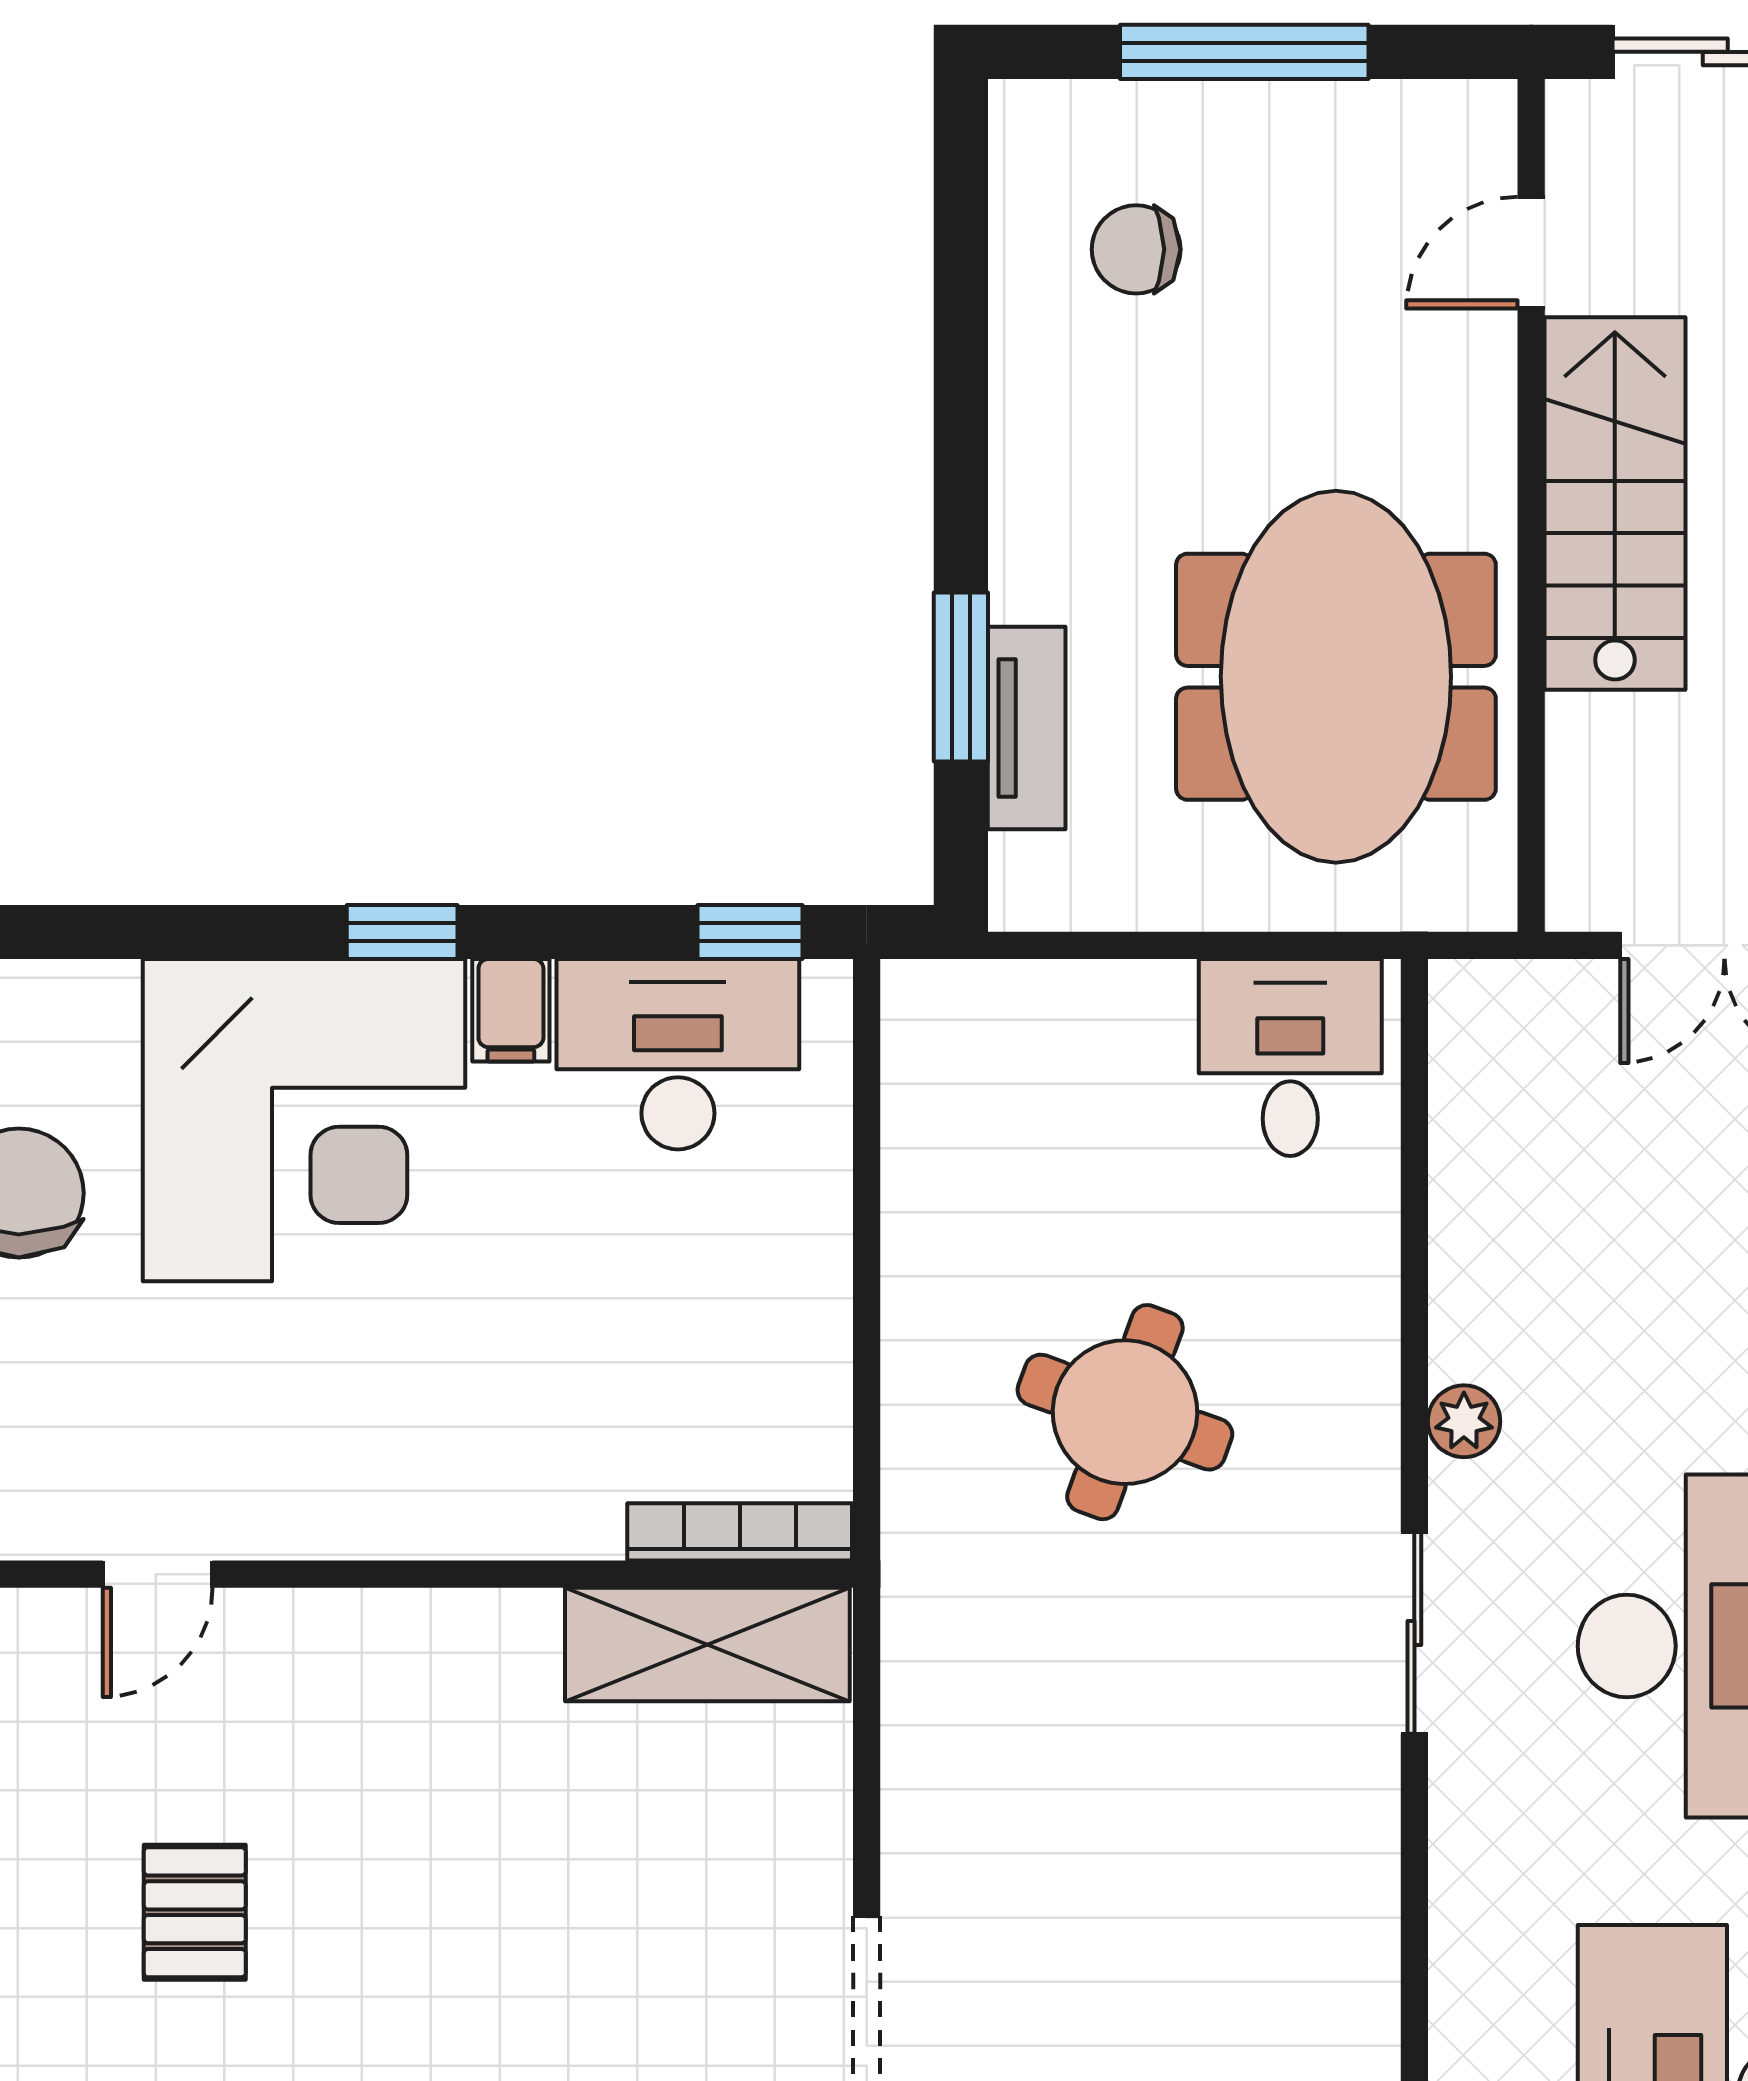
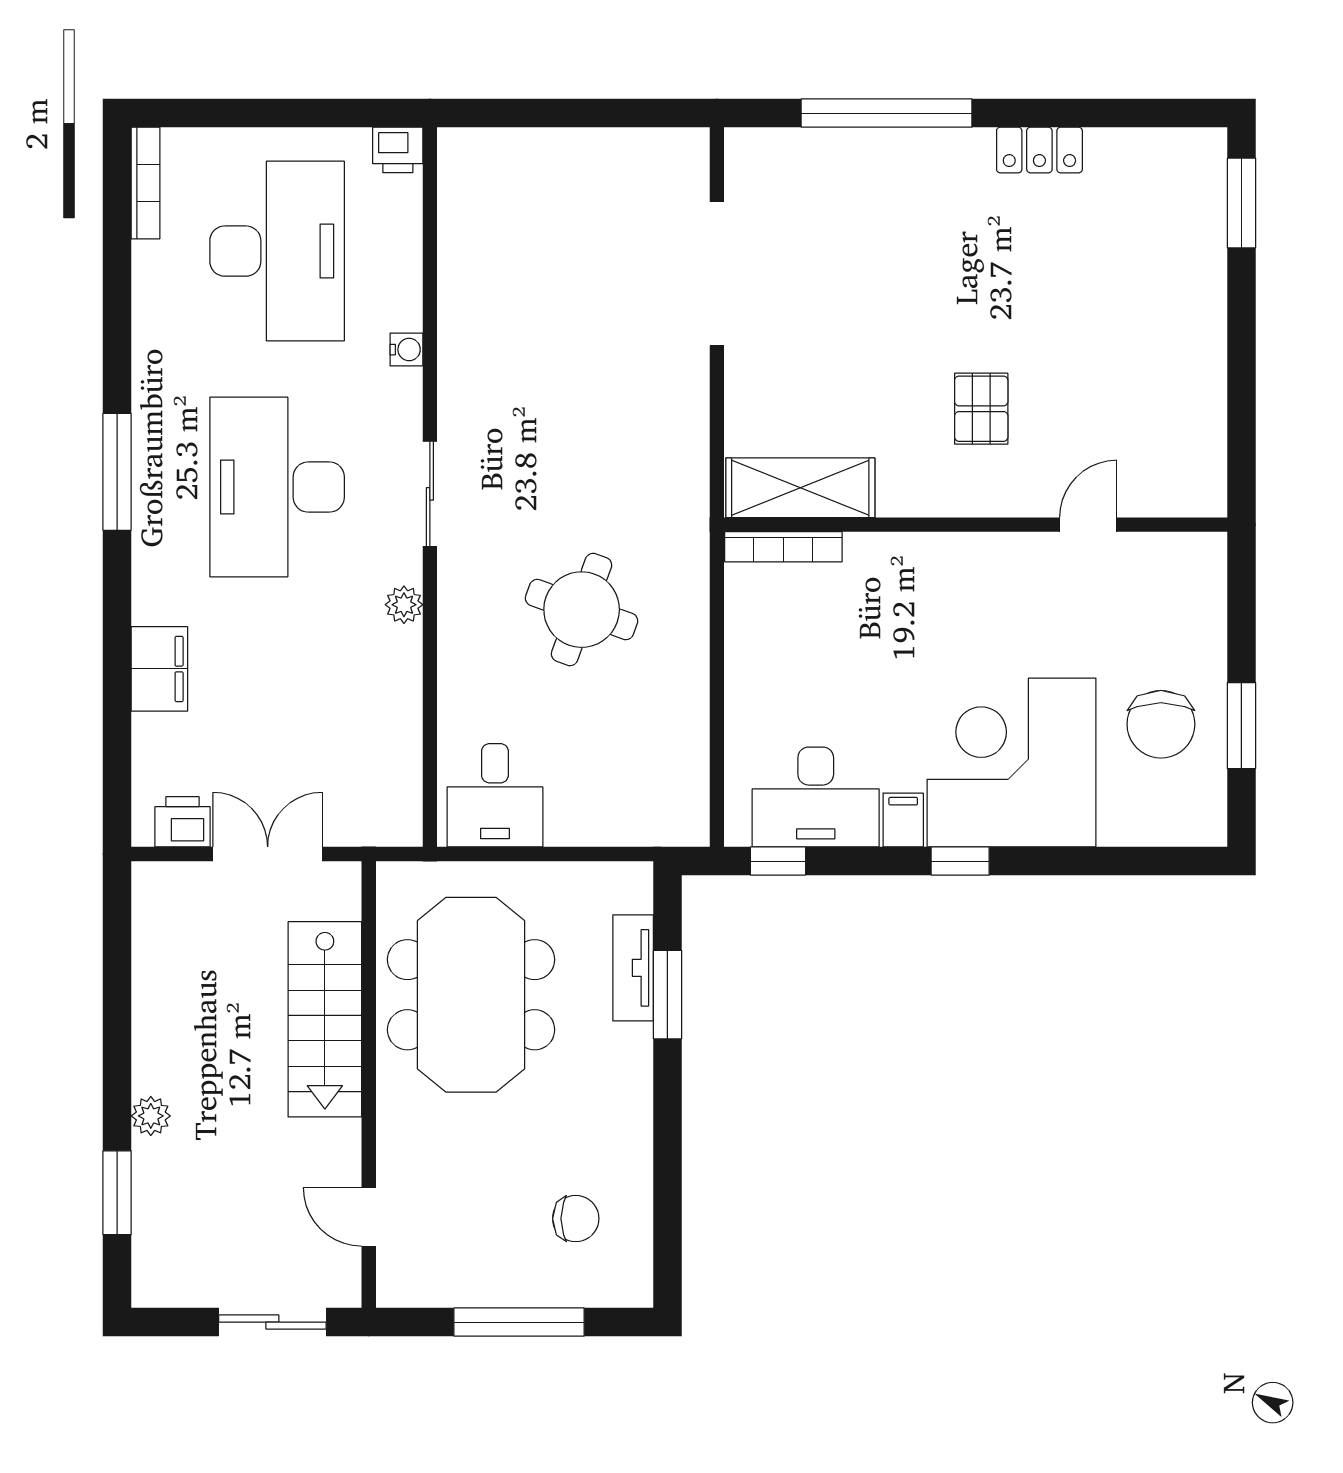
door: (1531, 253) -> (369, 1217), swing flipped
stairs: (1615, 503) -> (325, 1019), moved
water cooler: (1459, 1909) -> (406, 350), added
pallet: (195, 1912) -> (981, 409), moved

